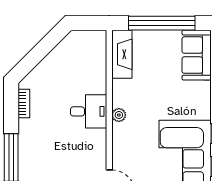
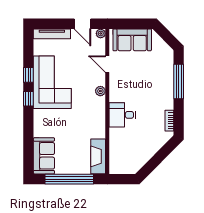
plant: (119, 115) -> (100, 91), moved

